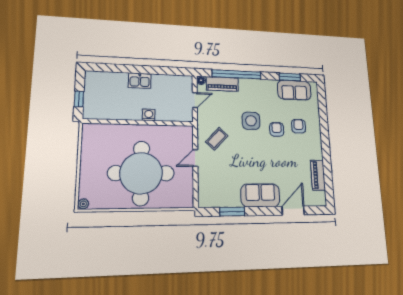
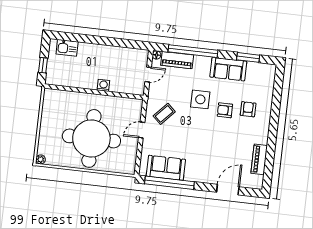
kitchen sink: (140, 81) -> (67, 48), moved
sofa: (294, 90) -> (228, 69), moved
armchair: (277, 129) -> (225, 110), turned -90
sofa: (260, 195) -> (166, 168), moved
window: (232, 212) -> (169, 183), width x2.11

